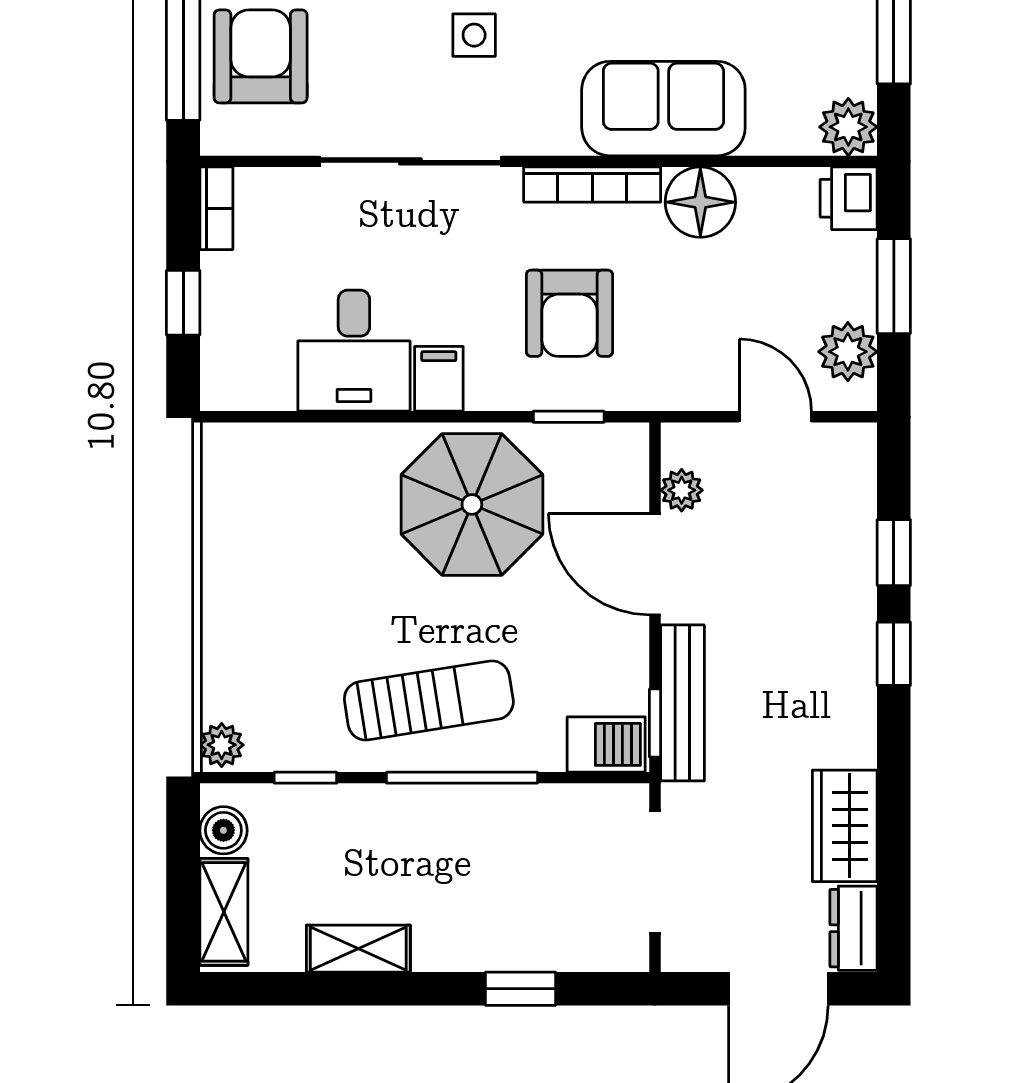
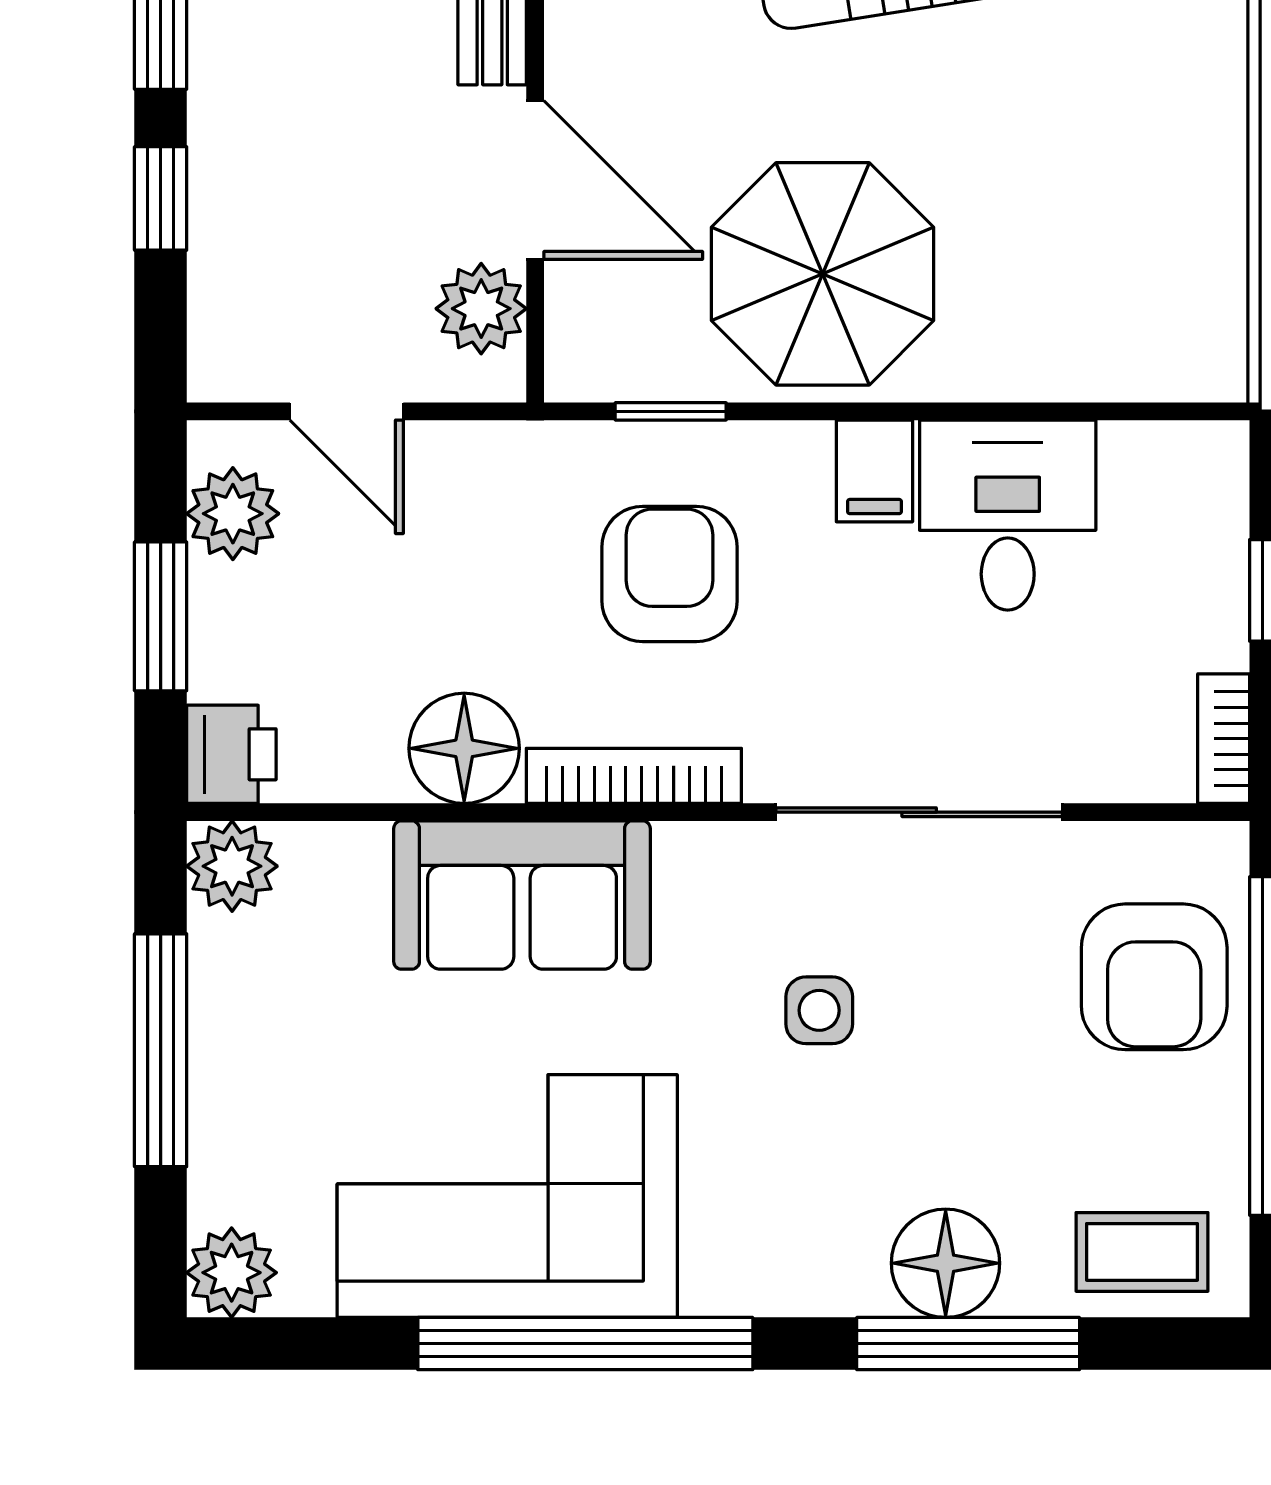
plant: (682, 490) -> (481, 309), width x1.38, depth x1.38

